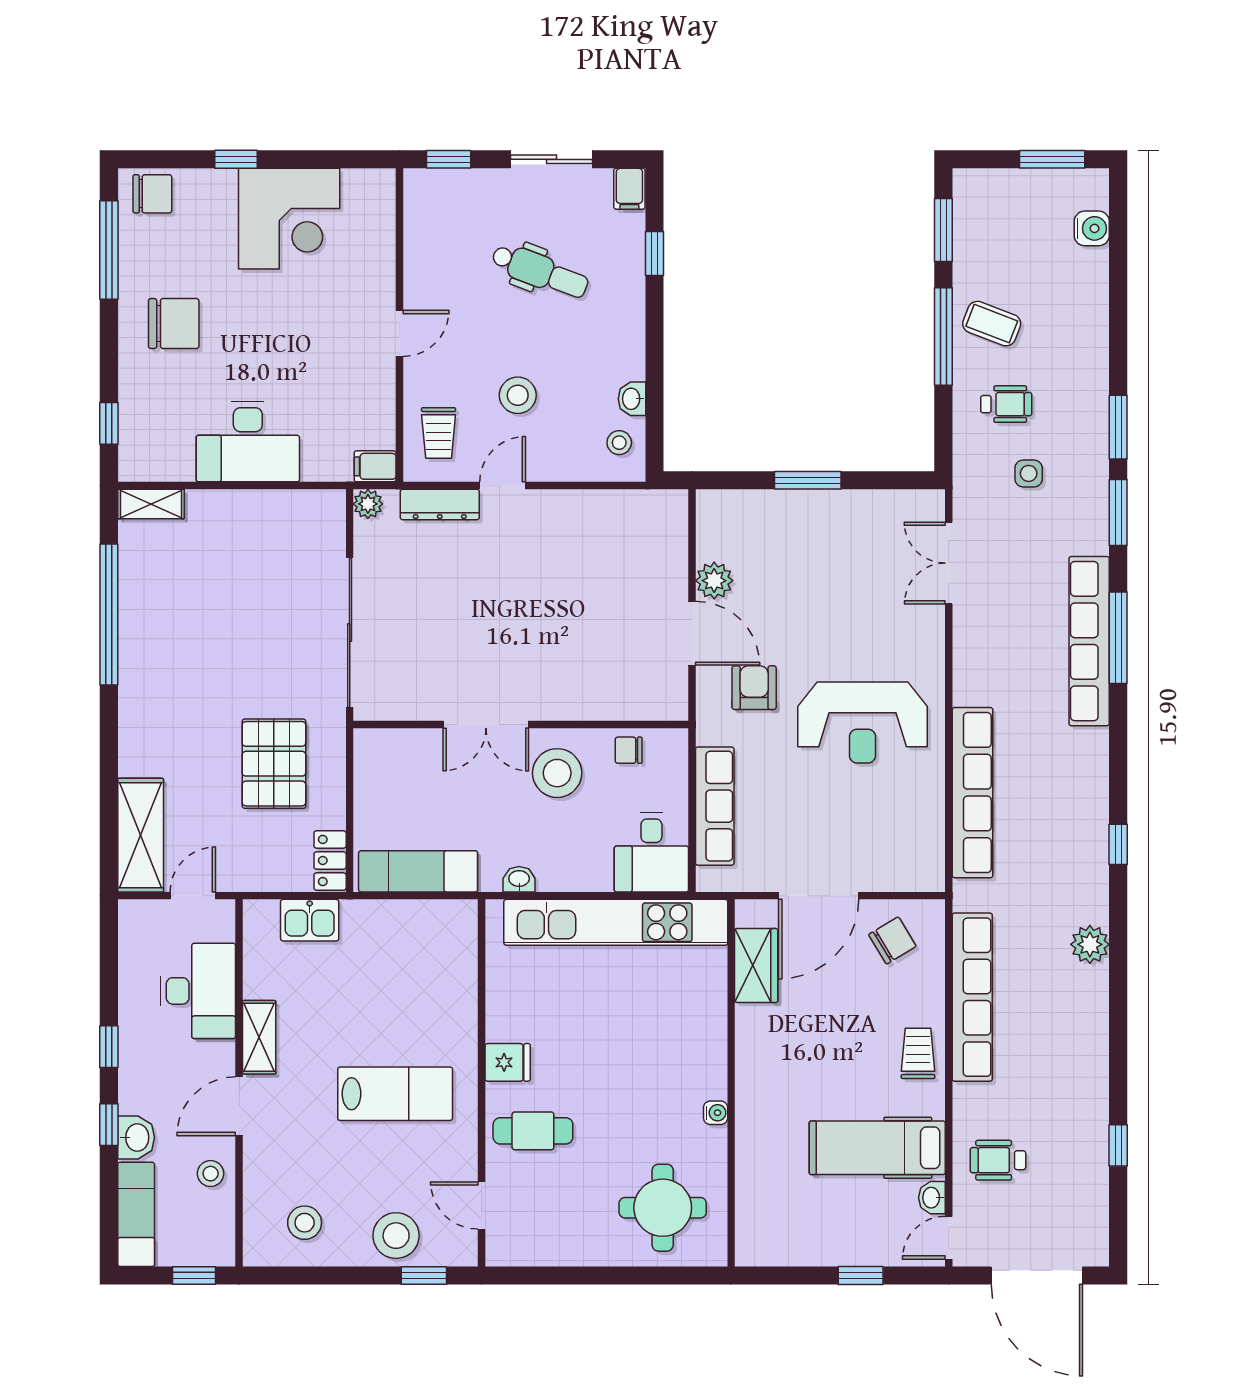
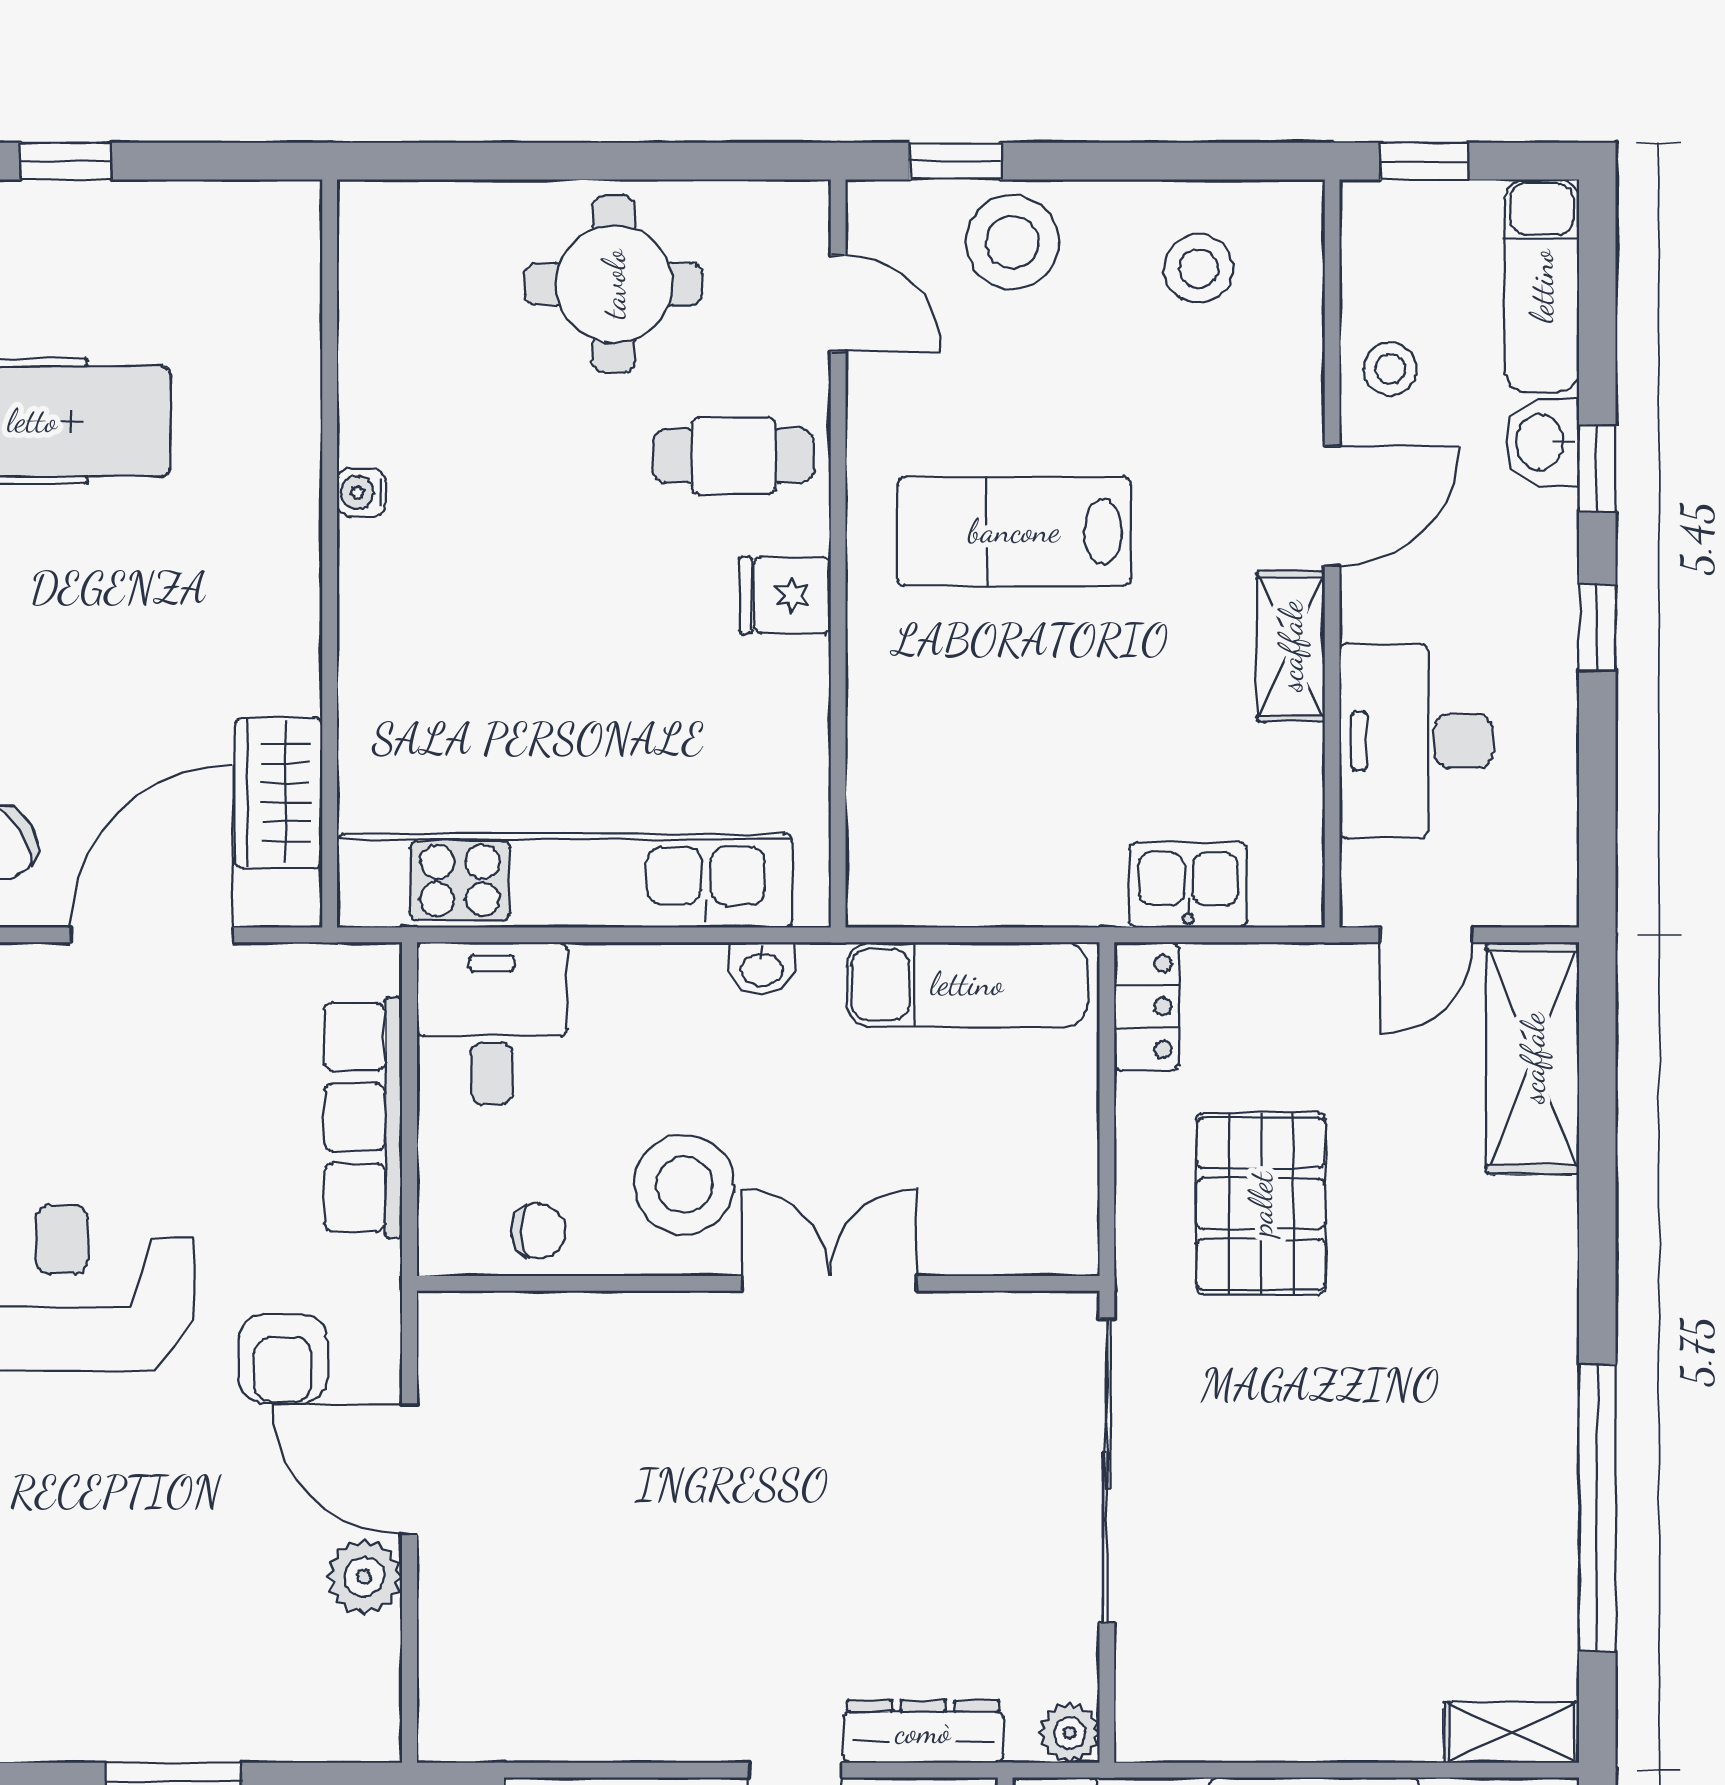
round table: (663, 1208) -> (614, 284), moved

